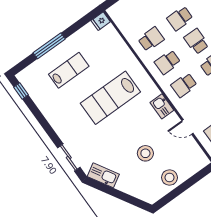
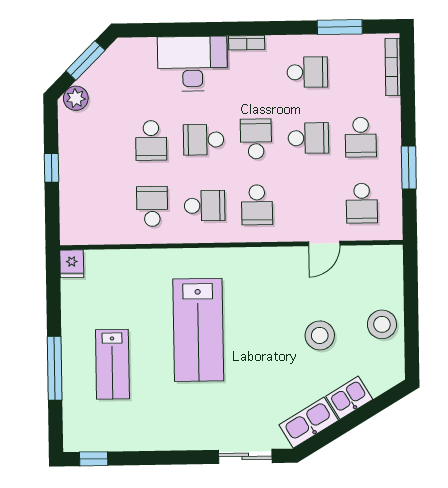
school desk: (167, 62) -> (205, 206), turned -90
lab bench: (69, 70) -> (112, 364), turned 180
kitchen sink: (162, 106) -> (349, 398), moved, turned 149

